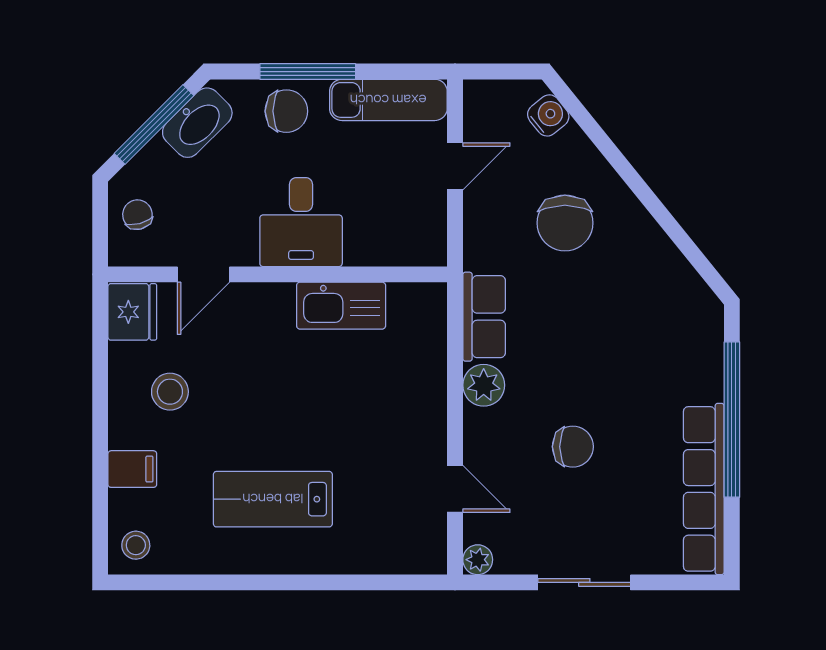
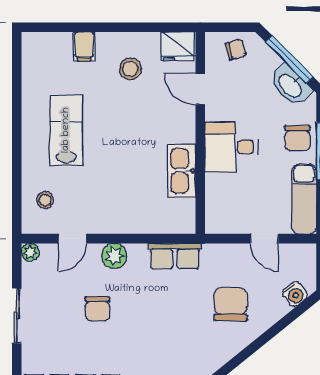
chair: (565, 223) -> (231, 304), turned 90
plant: (484, 385) -> (114, 256), moved
stool: (136, 545) -> (45, 200), moved

